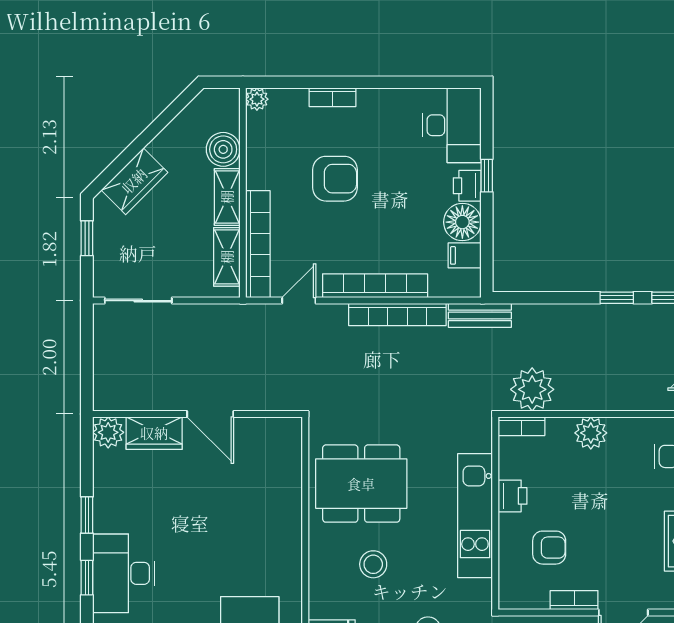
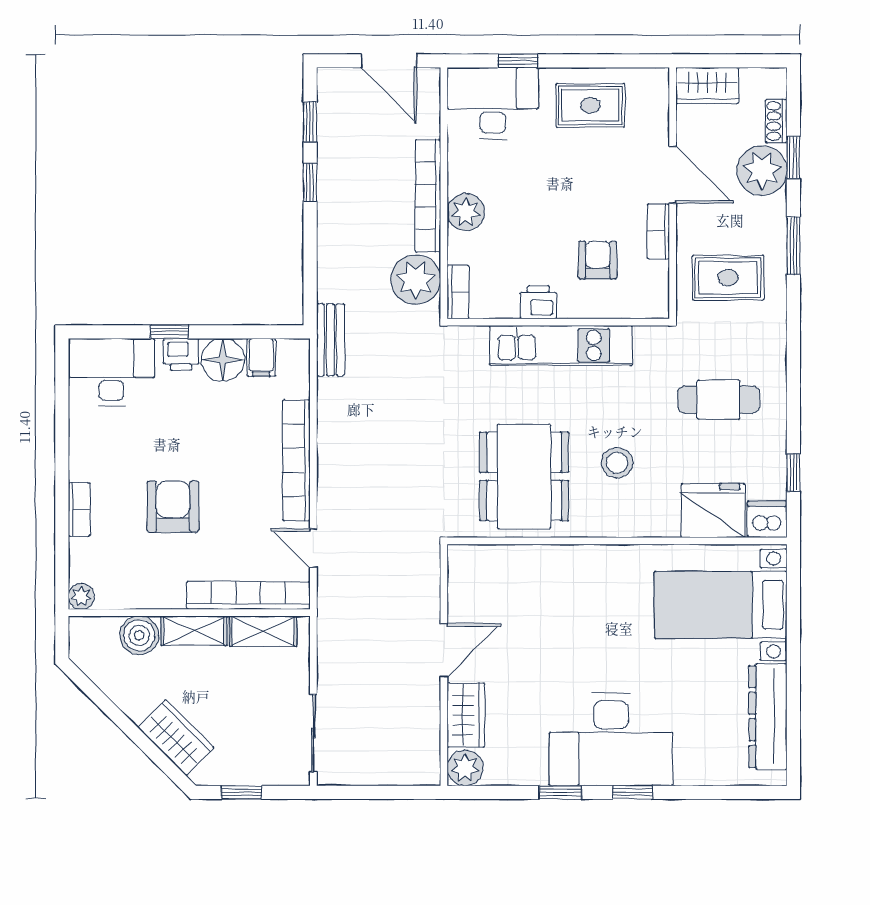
bookcase: (397, 314) -> (428, 196), moved, turned 180
desk: (123, 573) -> (611, 740), width x1.36, depth x1.30

